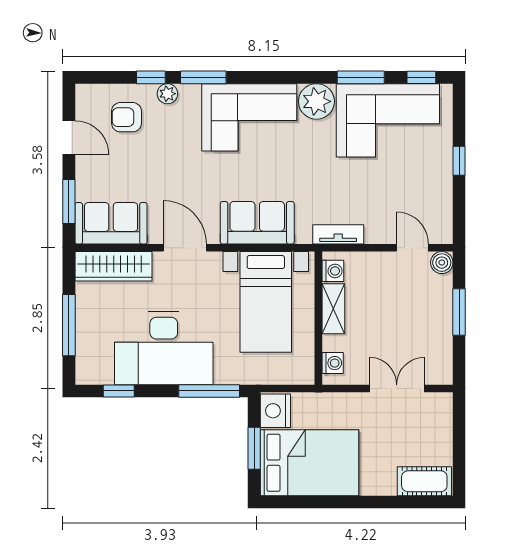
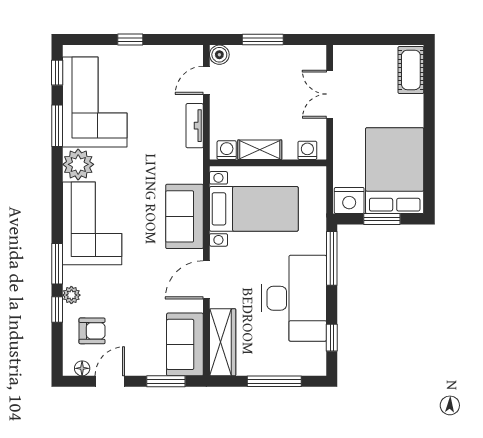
floor lamp: (84, 106) -> (82, 368), added
armchair: (127, 117) -> (92, 331), turned -90
tv unit: (338, 234) -> (195, 126), moved

